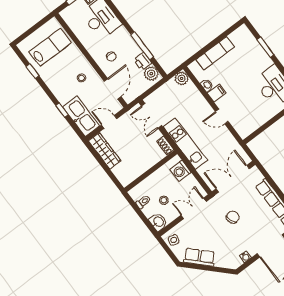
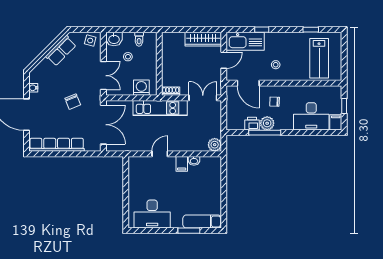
exam couch: (215, 53) -> (202, 221), moved, turned 90
plant: (151, 74) -> (267, 123), moved

